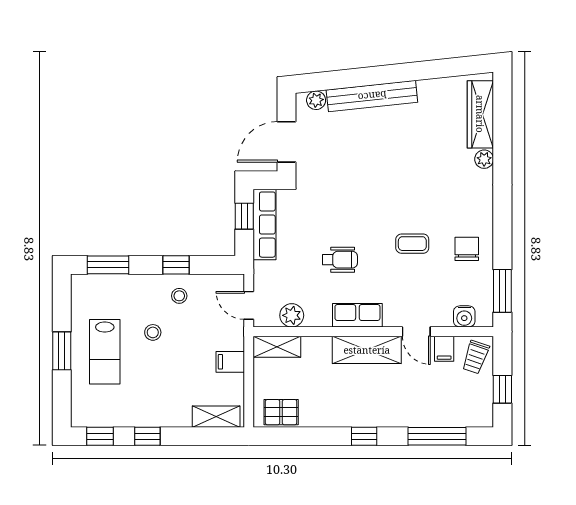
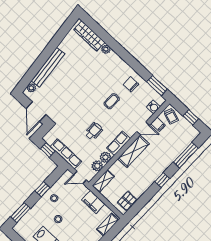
row of seats: (265, 225) -> (66, 154), moved
plant: (317, 316) -> (105, 157), added
filing cabinet: (230, 362) -> (93, 202), width x2.00

